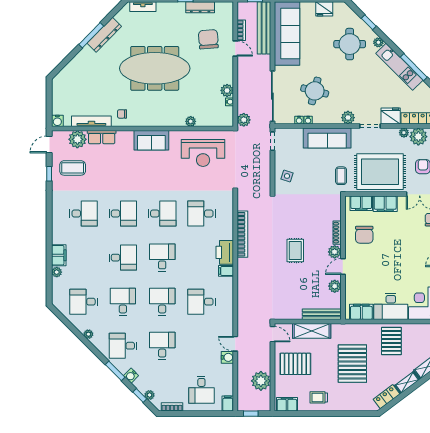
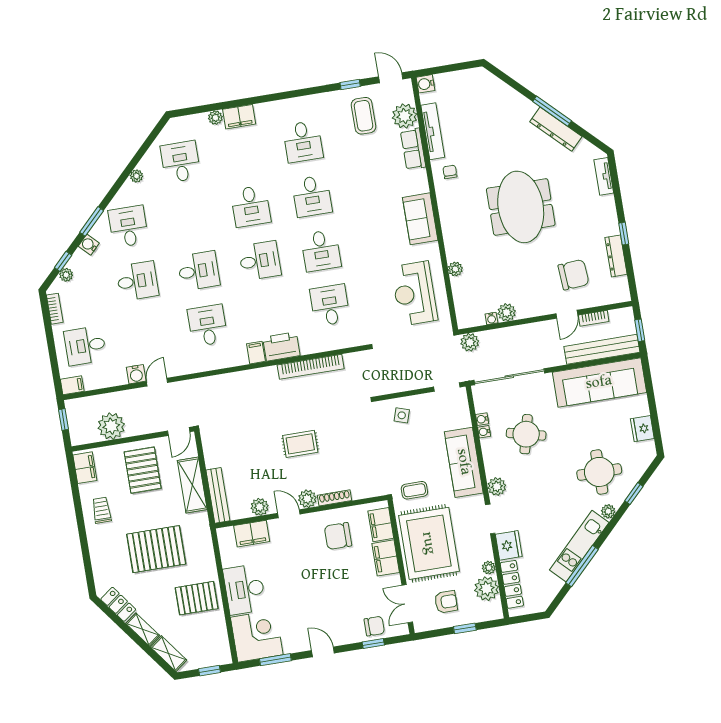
meeting table: (155, 68) -> (521, 207), width x0.73
desk: (123, 302) -> (190, 216), removed
filing cabinet: (361, 312) -> (252, 534), moved, turned 90

